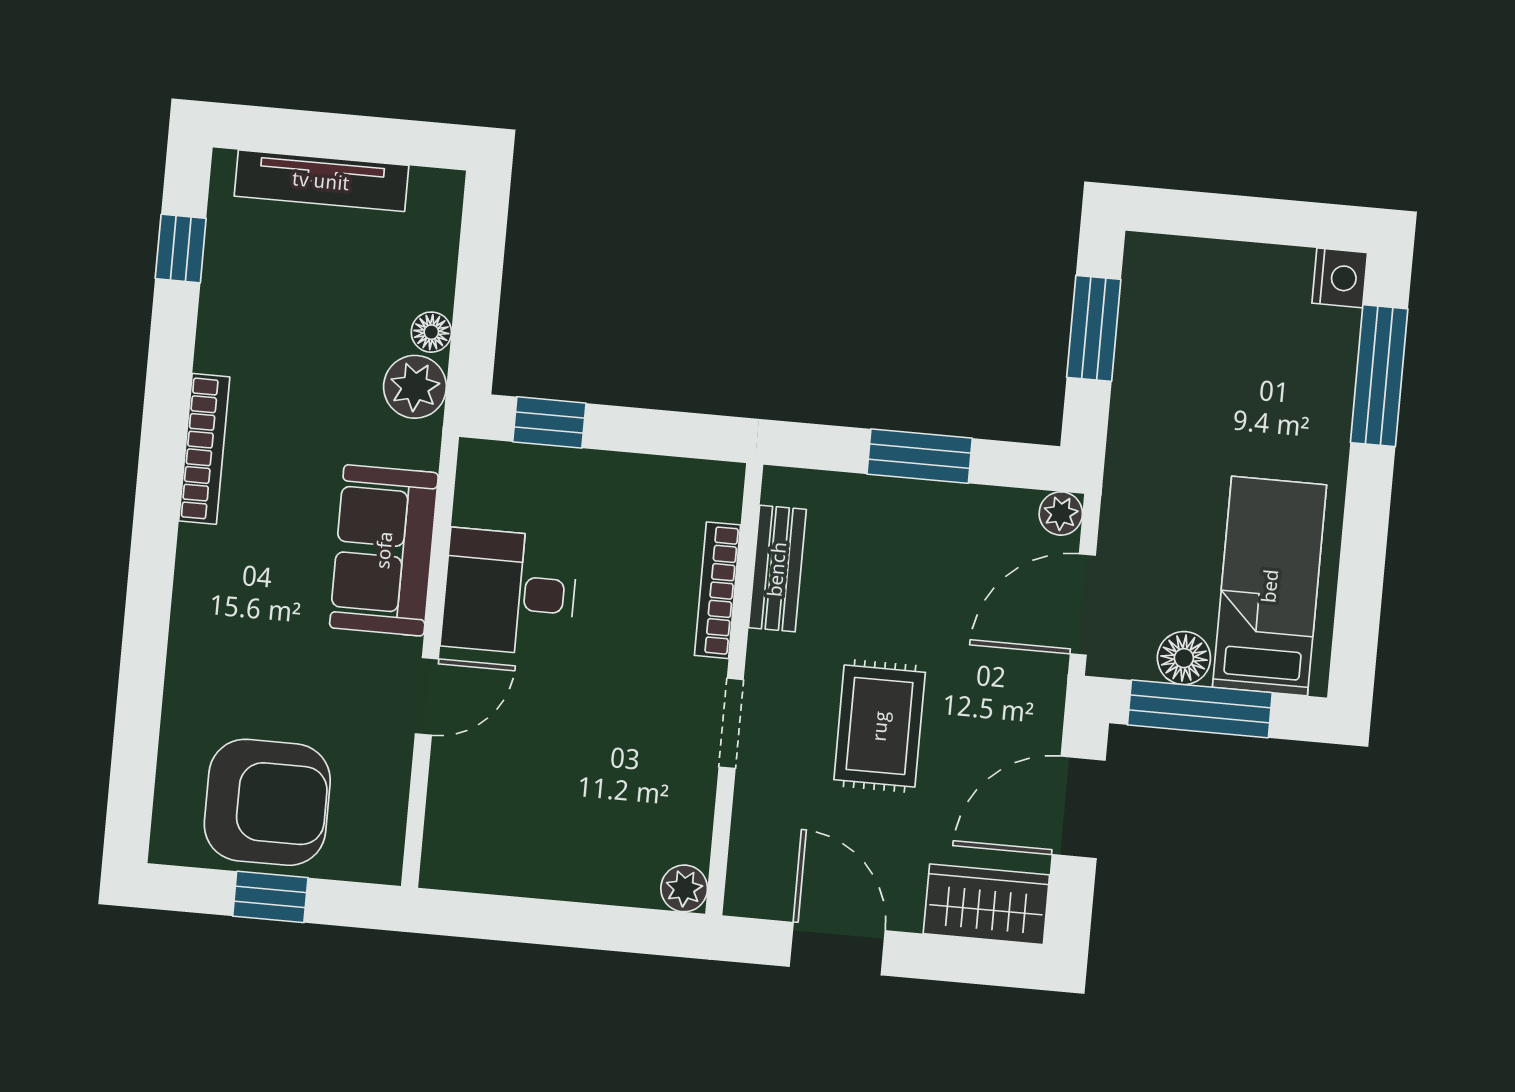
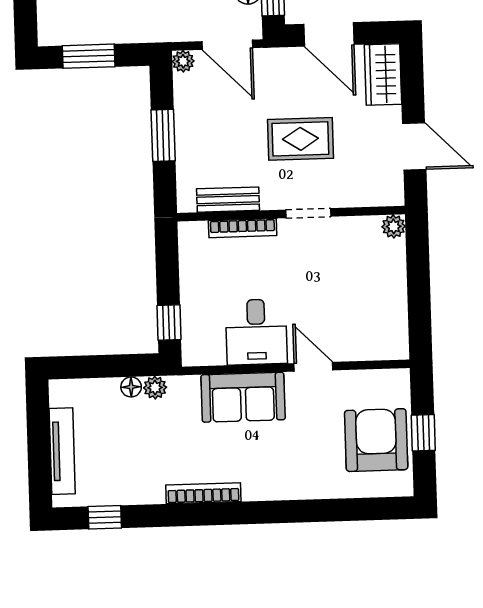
plant: (415, 387) -> (155, 388), width x0.73, depth x0.73
door: (837, 949) -> (414, 146), swing flipped

